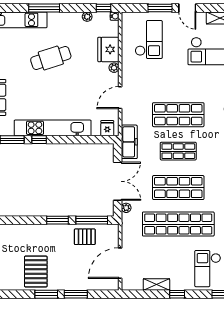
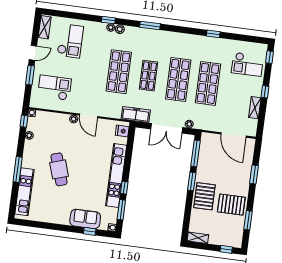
fridge: (108, 49) -> (58, 122), removed
door: (120, 98) -> (89, 116), moved
double door: (118, 181) -> (167, 128), swing flipped
shop shelf: (178, 224) -> (208, 83), width x0.71
pallet: (85, 237) -> (205, 196), moved, width x1.50, depth x1.42
window: (46, 294) -> (248, 220), moved

